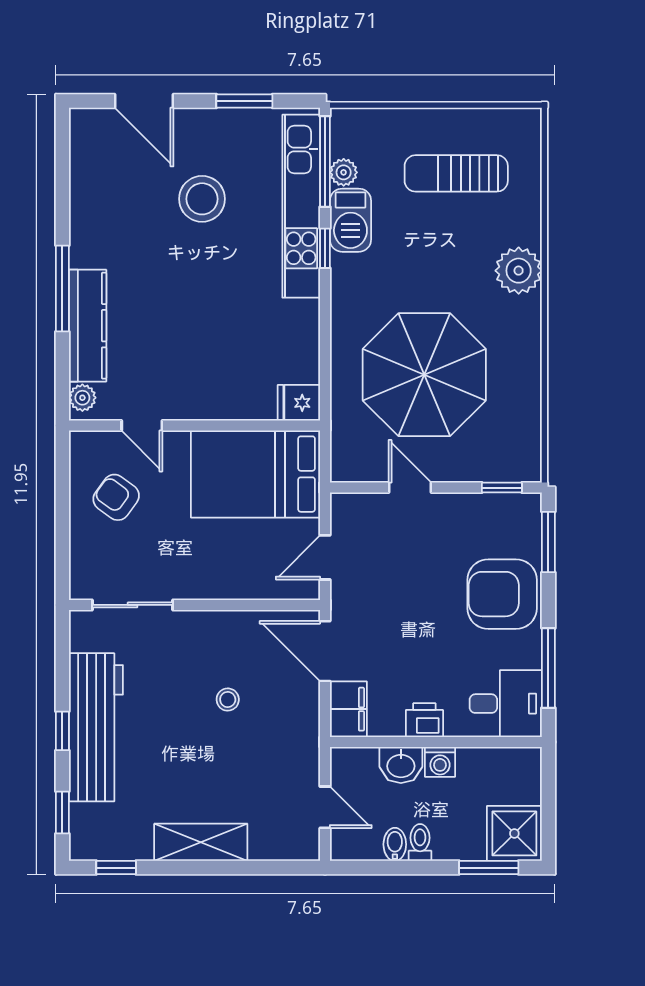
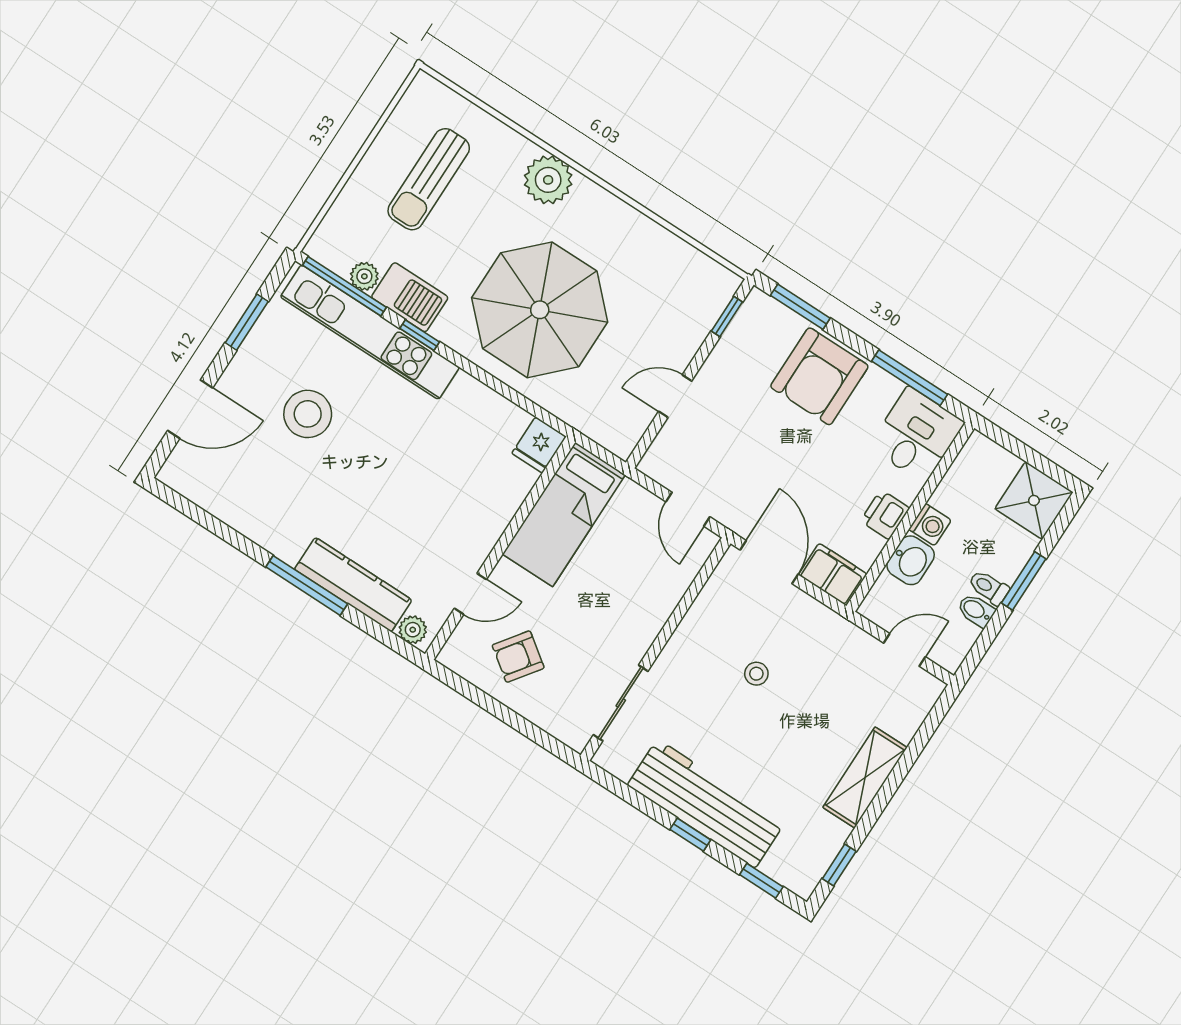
parasol: (424, 375) -> (540, 310), moved
bed: (255, 474) -> (564, 514), width x0.67
door: (325, 651) -> (769, 562), swing flipped
window: (489, 868) -> (1024, 581), moved

